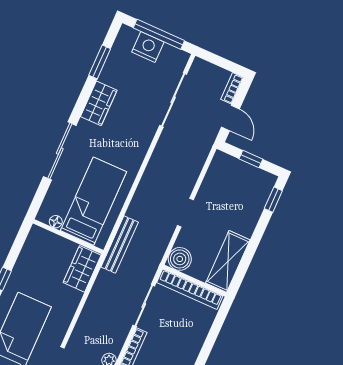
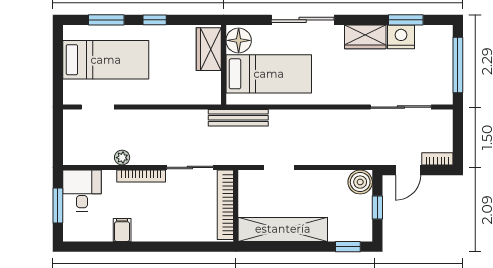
nightstand: (148, 47) -> (401, 37), moved, turned -90
doorway: (185, 213) -> (279, 167), moved
floor lamp: (56, 222) -> (239, 40), width x1.89, depth x1.89
boiler: (180, 259) -> (360, 182), moved
shelving: (228, 261) -> (283, 229), width x1.47
wardrobe: (82, 269) -> (209, 49), moved, turned -90

